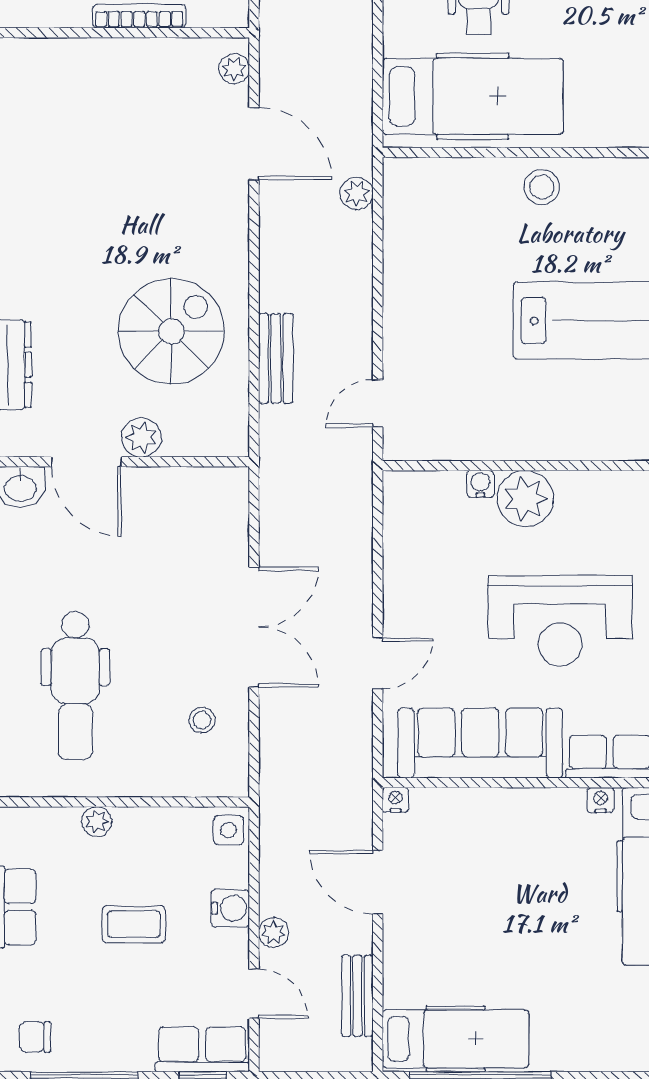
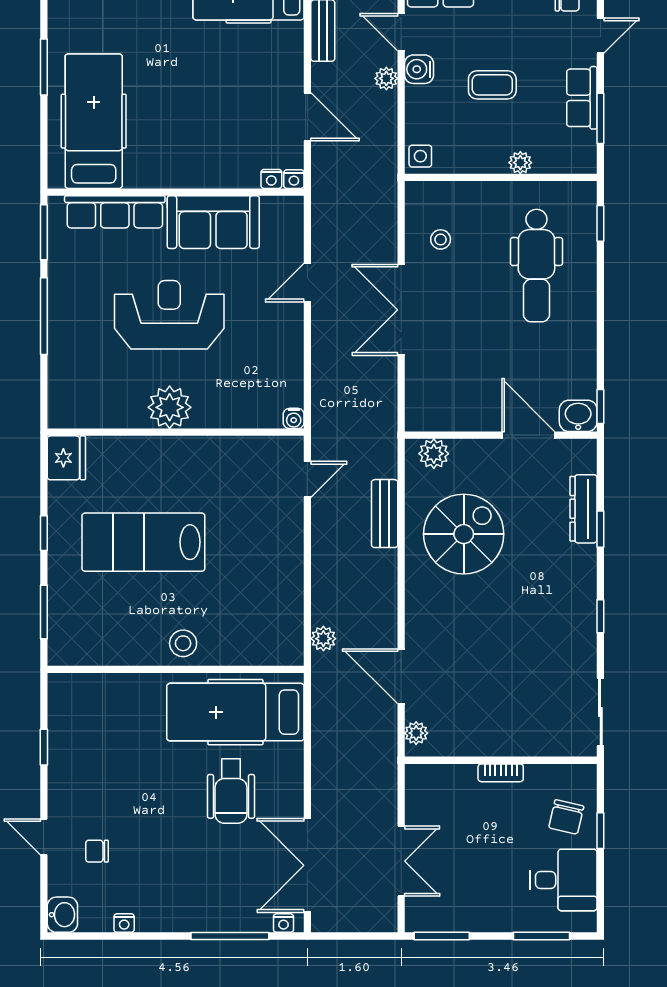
bookcase: (139, 16) -> (501, 773), width x0.64
spiral stairs: (171, 331) -> (464, 534), turned 180
plant: (142, 437) -> (434, 454), moved
water cooler: (480, 484) -> (294, 418), moved
plant: (525, 499) -> (170, 407), moved
dental chair: (75, 686) -> (536, 266), turned 180
sofa: (480, 743) -> (213, 222), width x0.73
nightstand: (601, 800) -> (271, 179), moved
water cooler: (230, 908) -> (419, 69), moved

